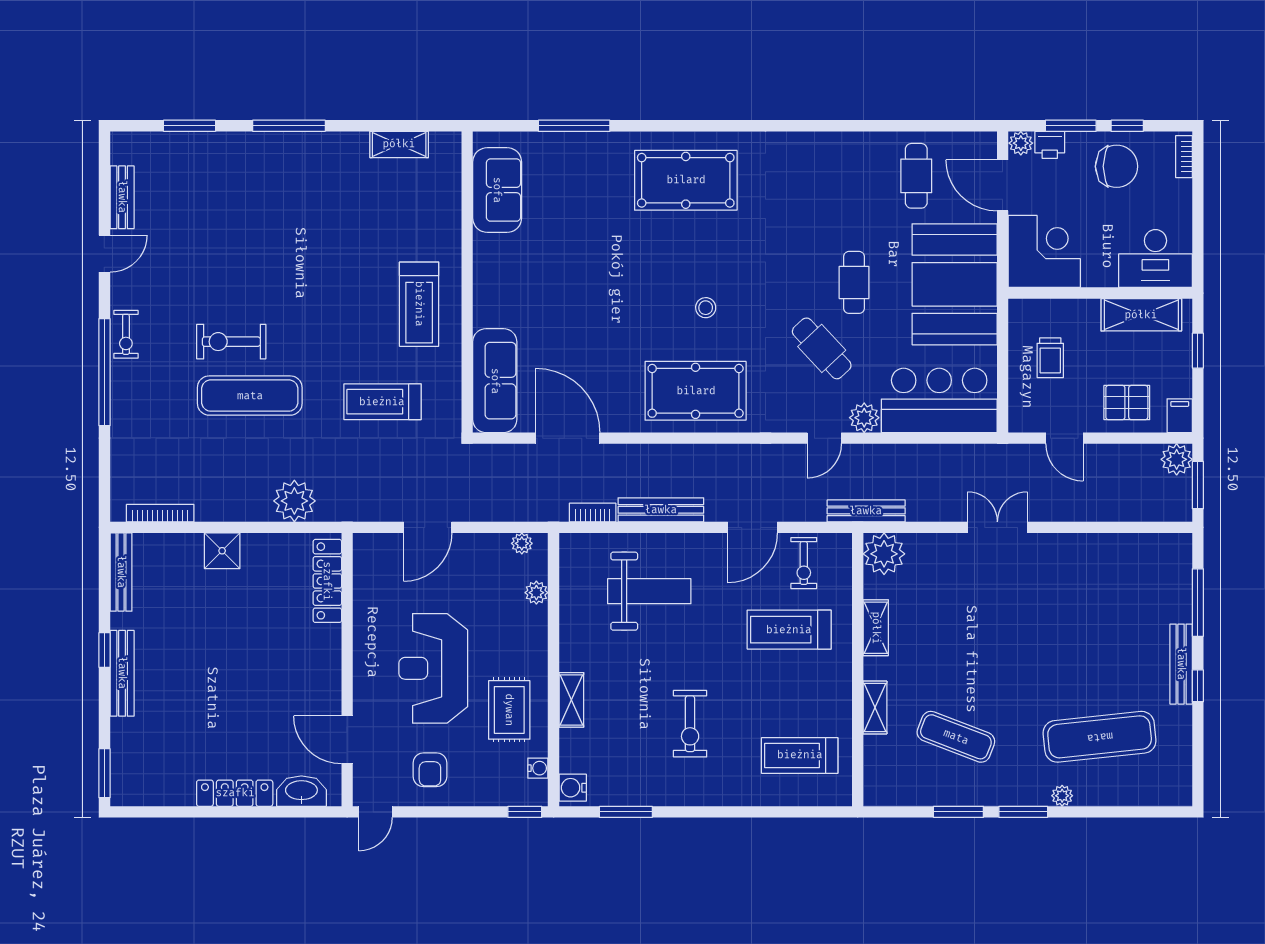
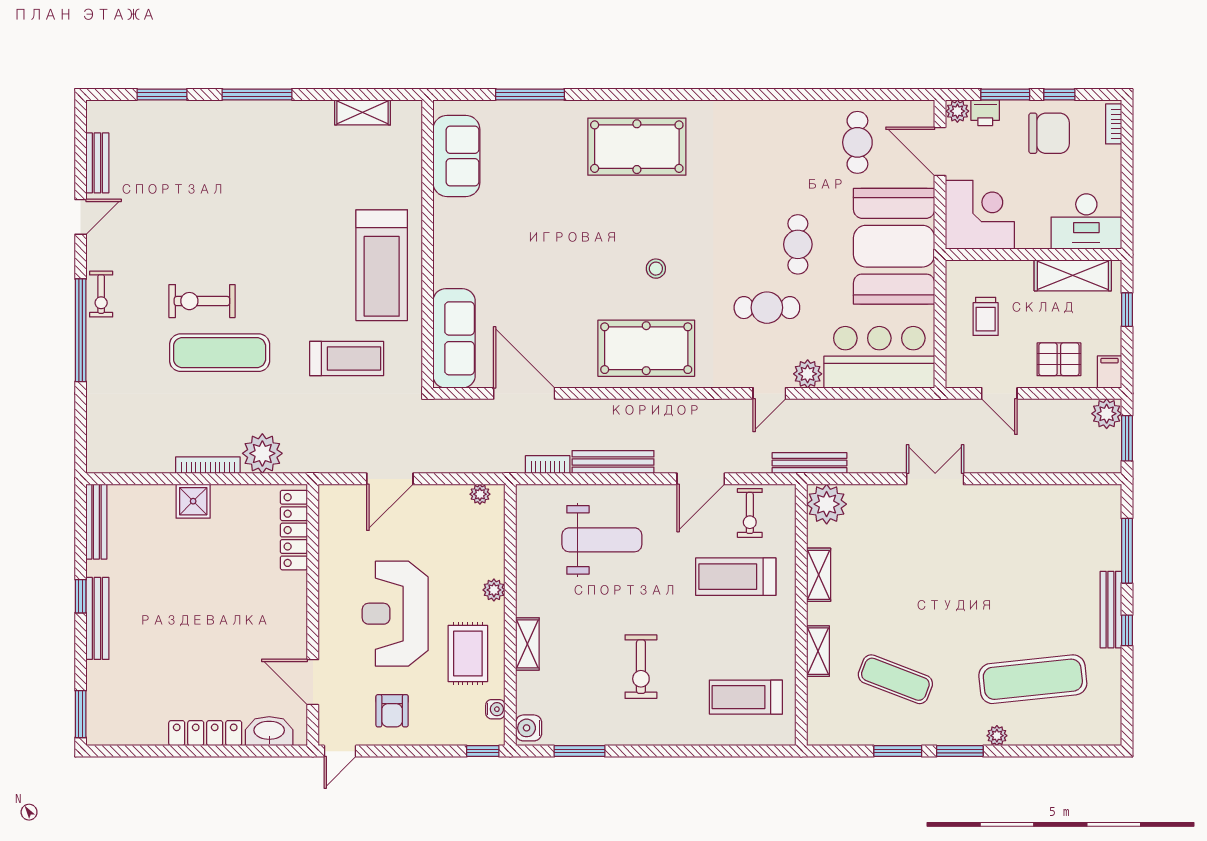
treadmill: (419, 304) -> (382, 265), width x1.37, depth x1.38
cafe table: (822, 348) -> (767, 308), turned -47
treadmill: (382, 402) -> (347, 359), turned 180
bookcase: (160, 513) -> (208, 465), moved
plant: (536, 593) -> (494, 590), moved

